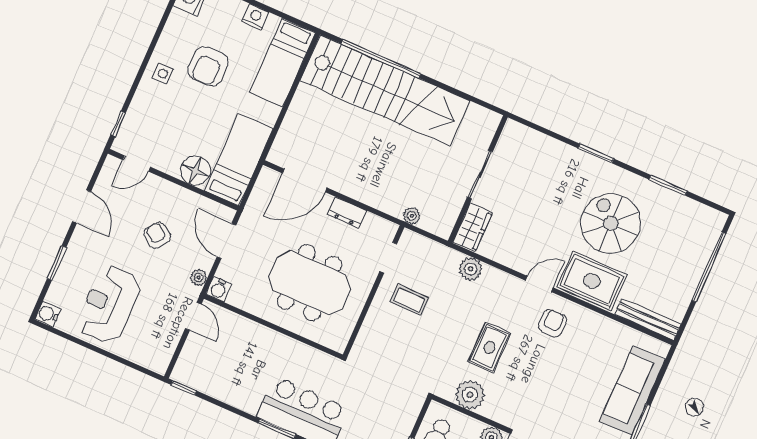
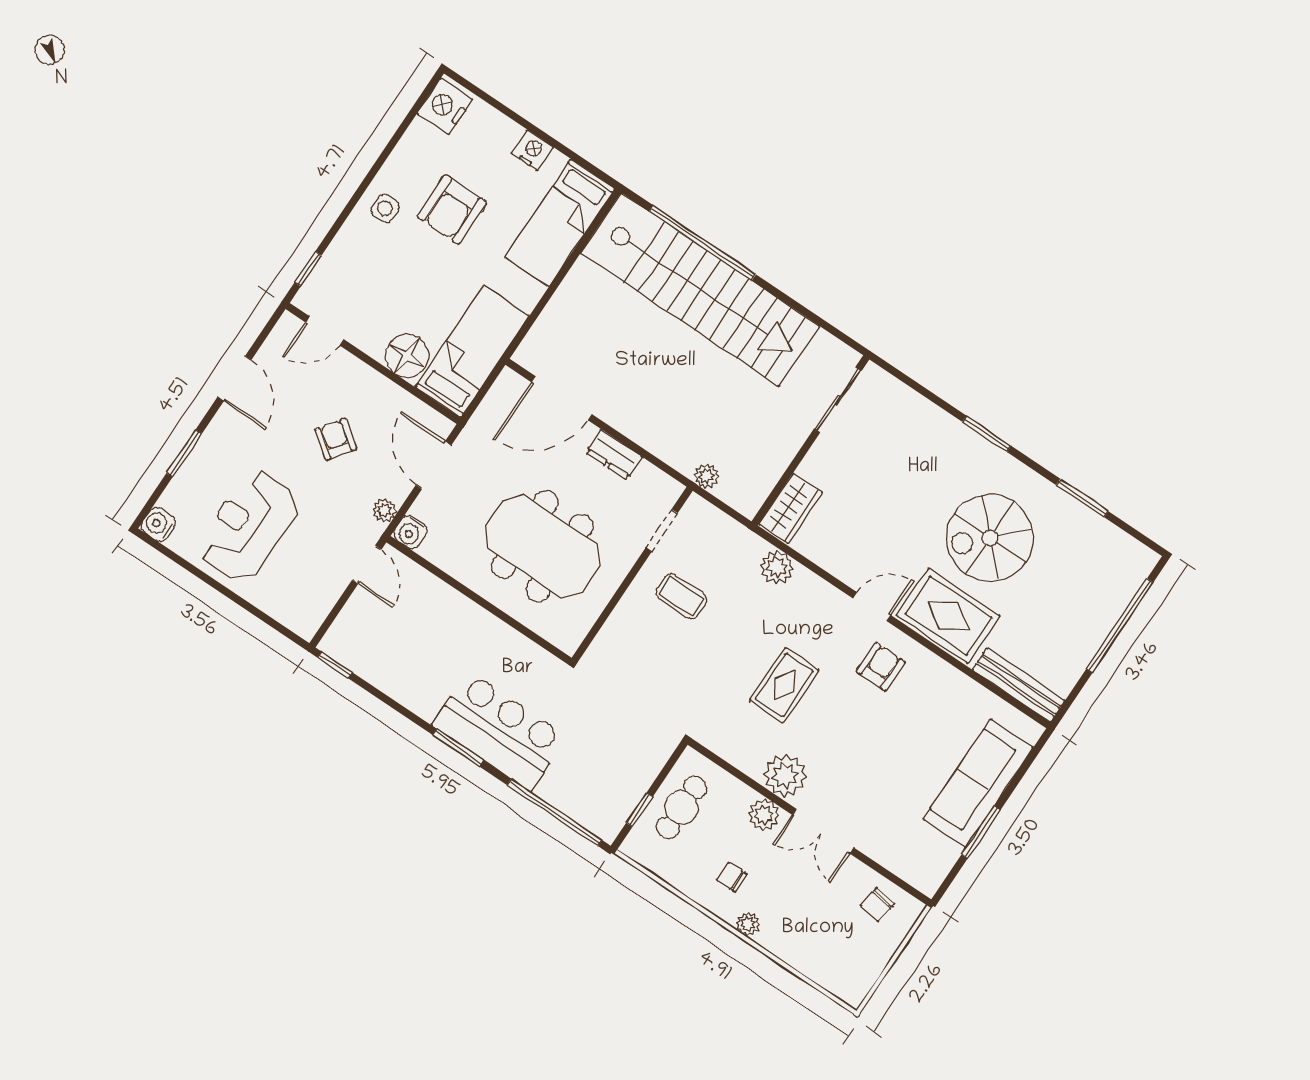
sliding door: (480, 174) -> (838, 400), moved
spiral stairs: (611, 223) -> (990, 538), turned -90
plant: (470, 395) -> (785, 776), moved

